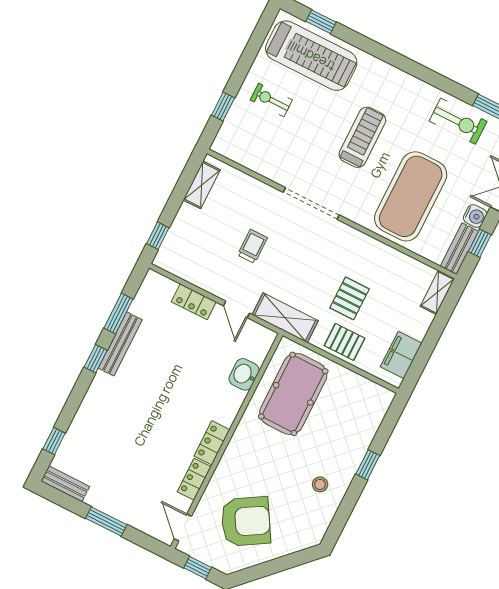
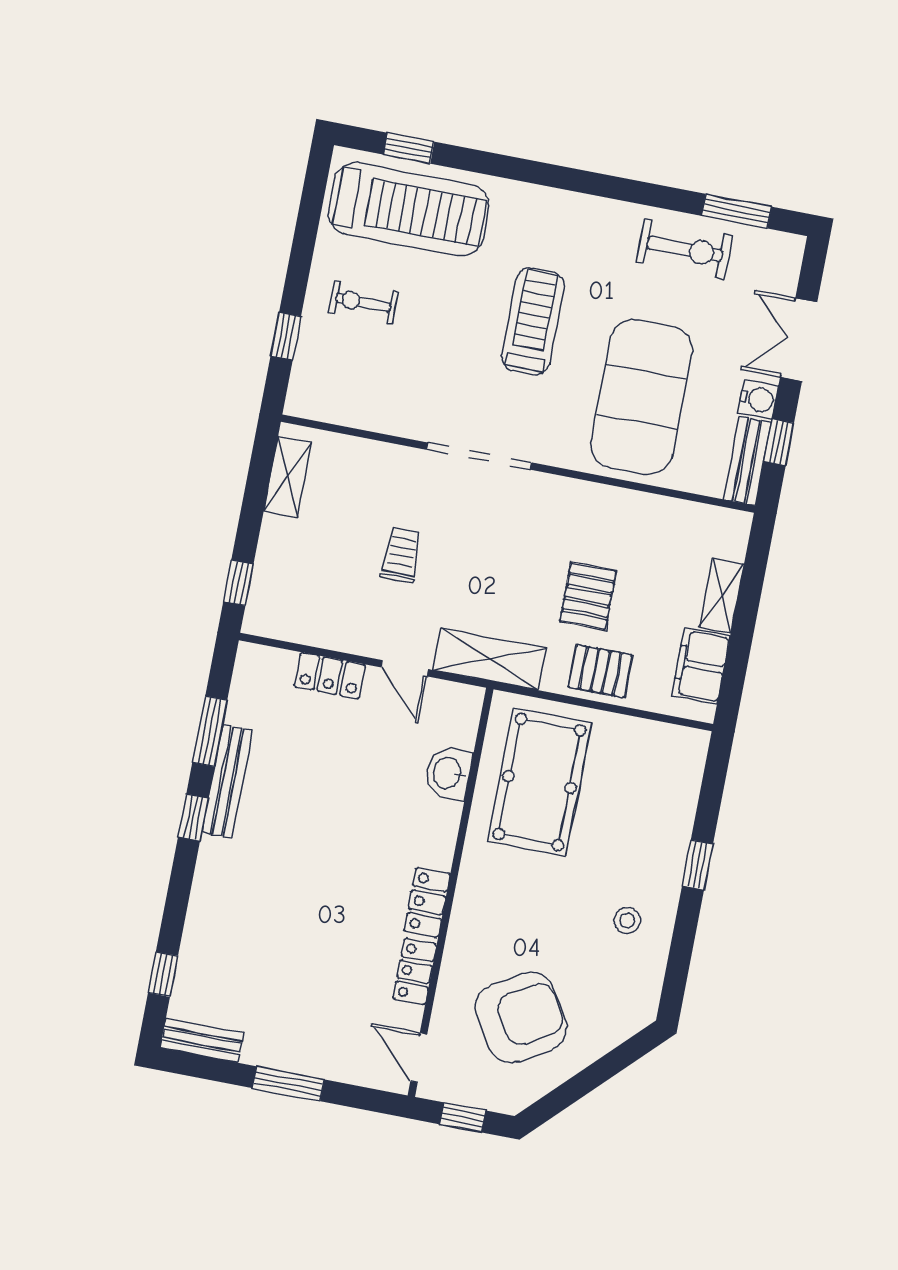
shelving: (437, 292) -> (722, 596), moved

